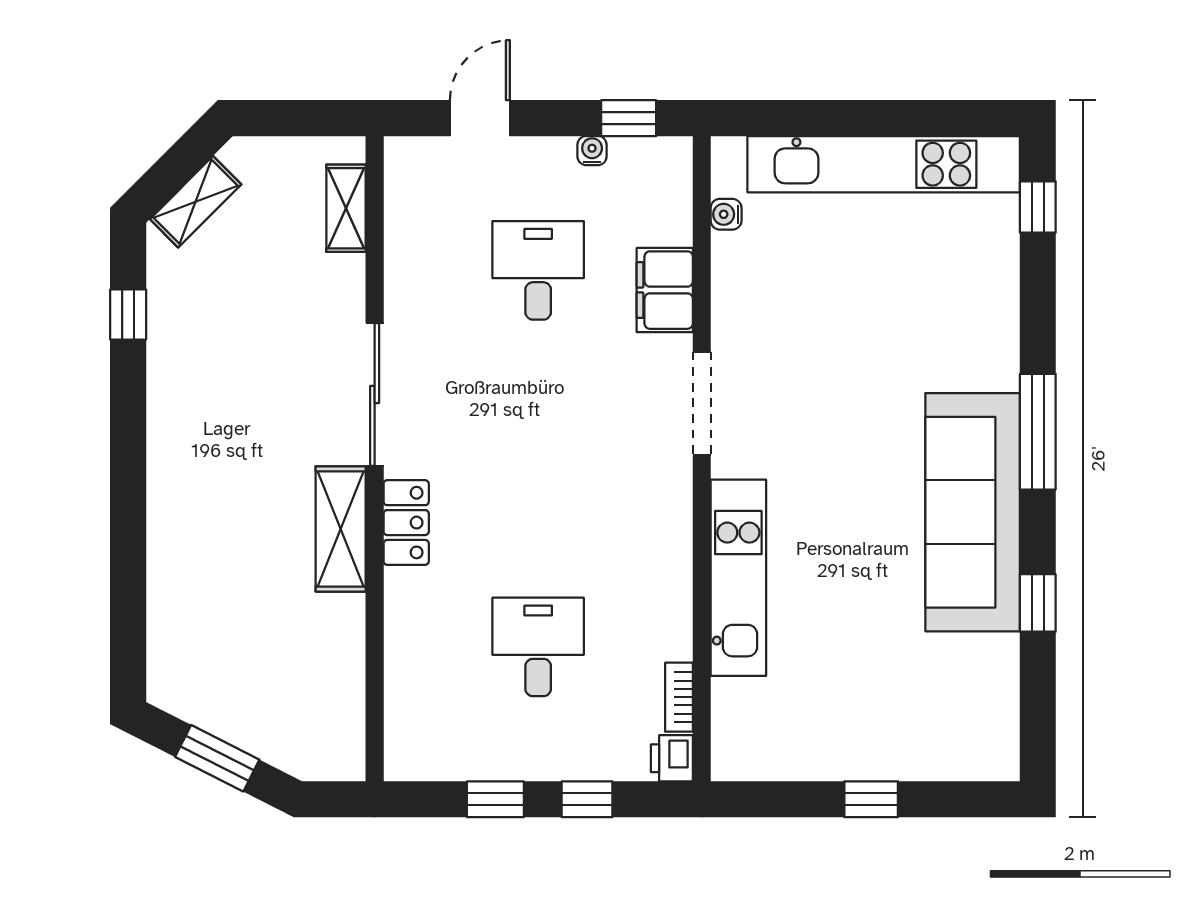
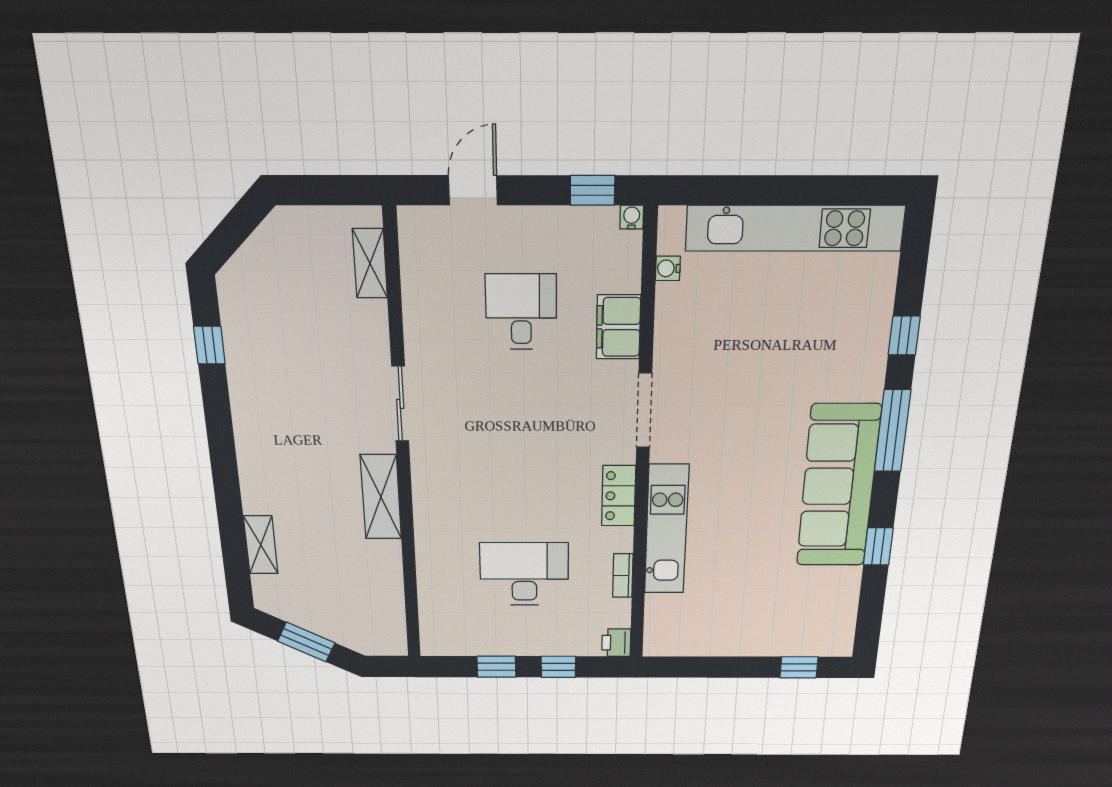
water cooler: (592, 151) -> (632, 217), moved
shelving: (196, 202) -> (261, 545), moved, turned -45
window: (1038, 207) -> (904, 336), moved
sliding door: (375, 395) -> (400, 404), width x0.73
locker: (406, 523) -> (619, 496), moved, turned 180
desk: (538, 647) -> (524, 574), width x1.37
bookcase: (679, 697) -> (623, 576), moved
window: (871, 799) -> (799, 667), moved

